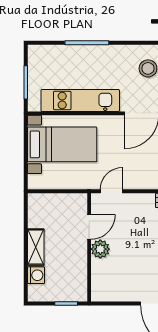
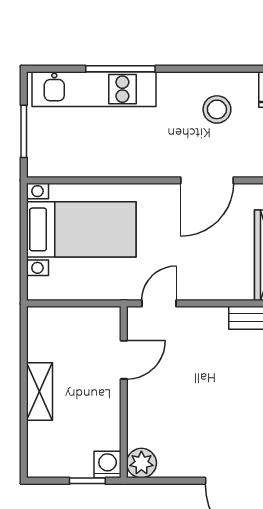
kitchen unit: (80, 101) -> (94, 89), moved, turned 180
plant: (100, 249) -> (141, 463), moved
washing machine: (36, 275) -> (108, 464), moved, turned -90

